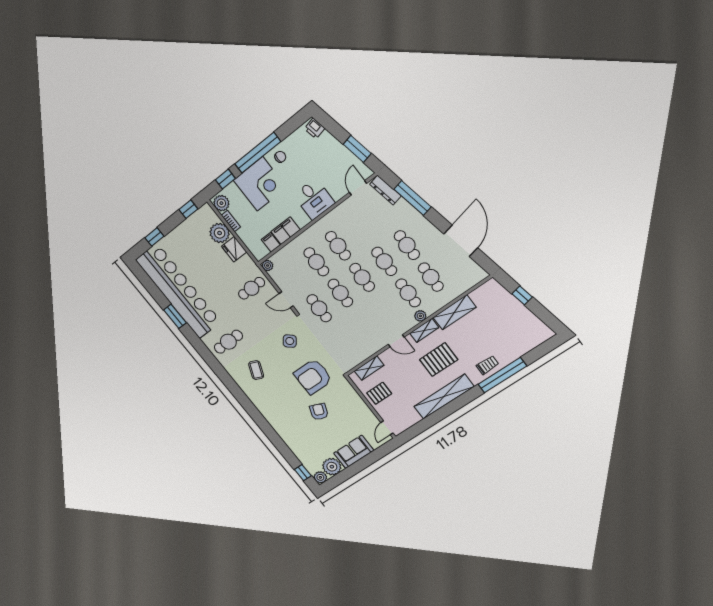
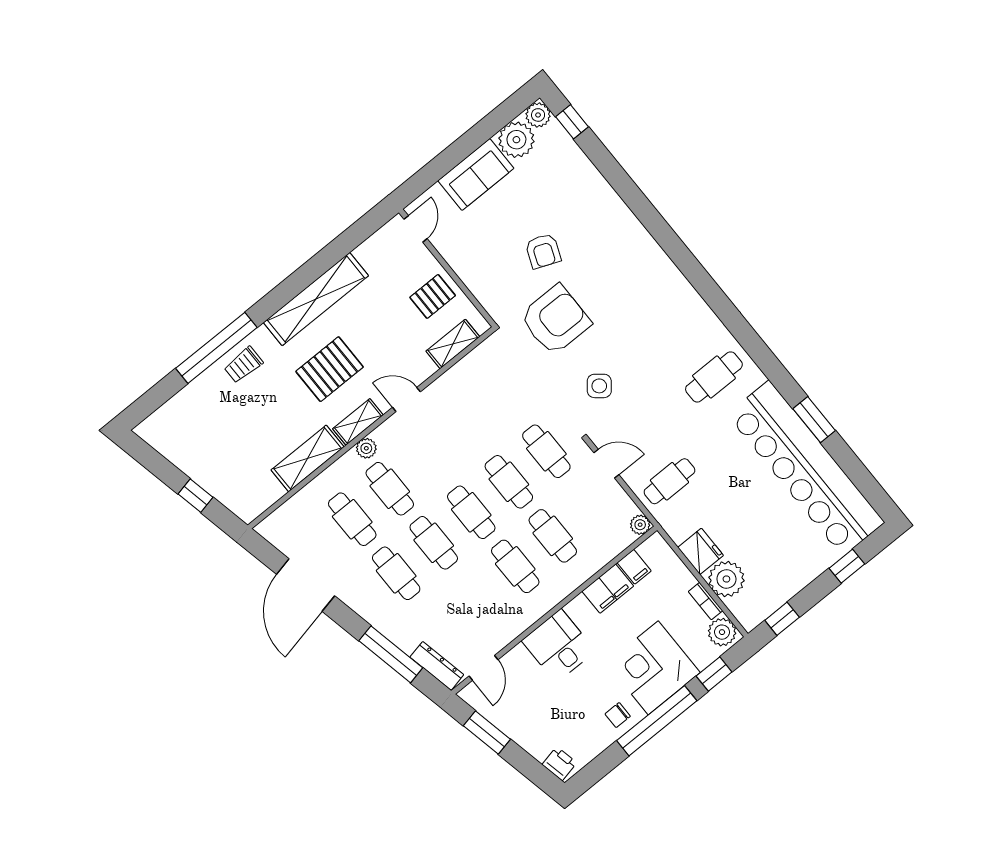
coffee table: (256, 370) -> (662, 325), removed

